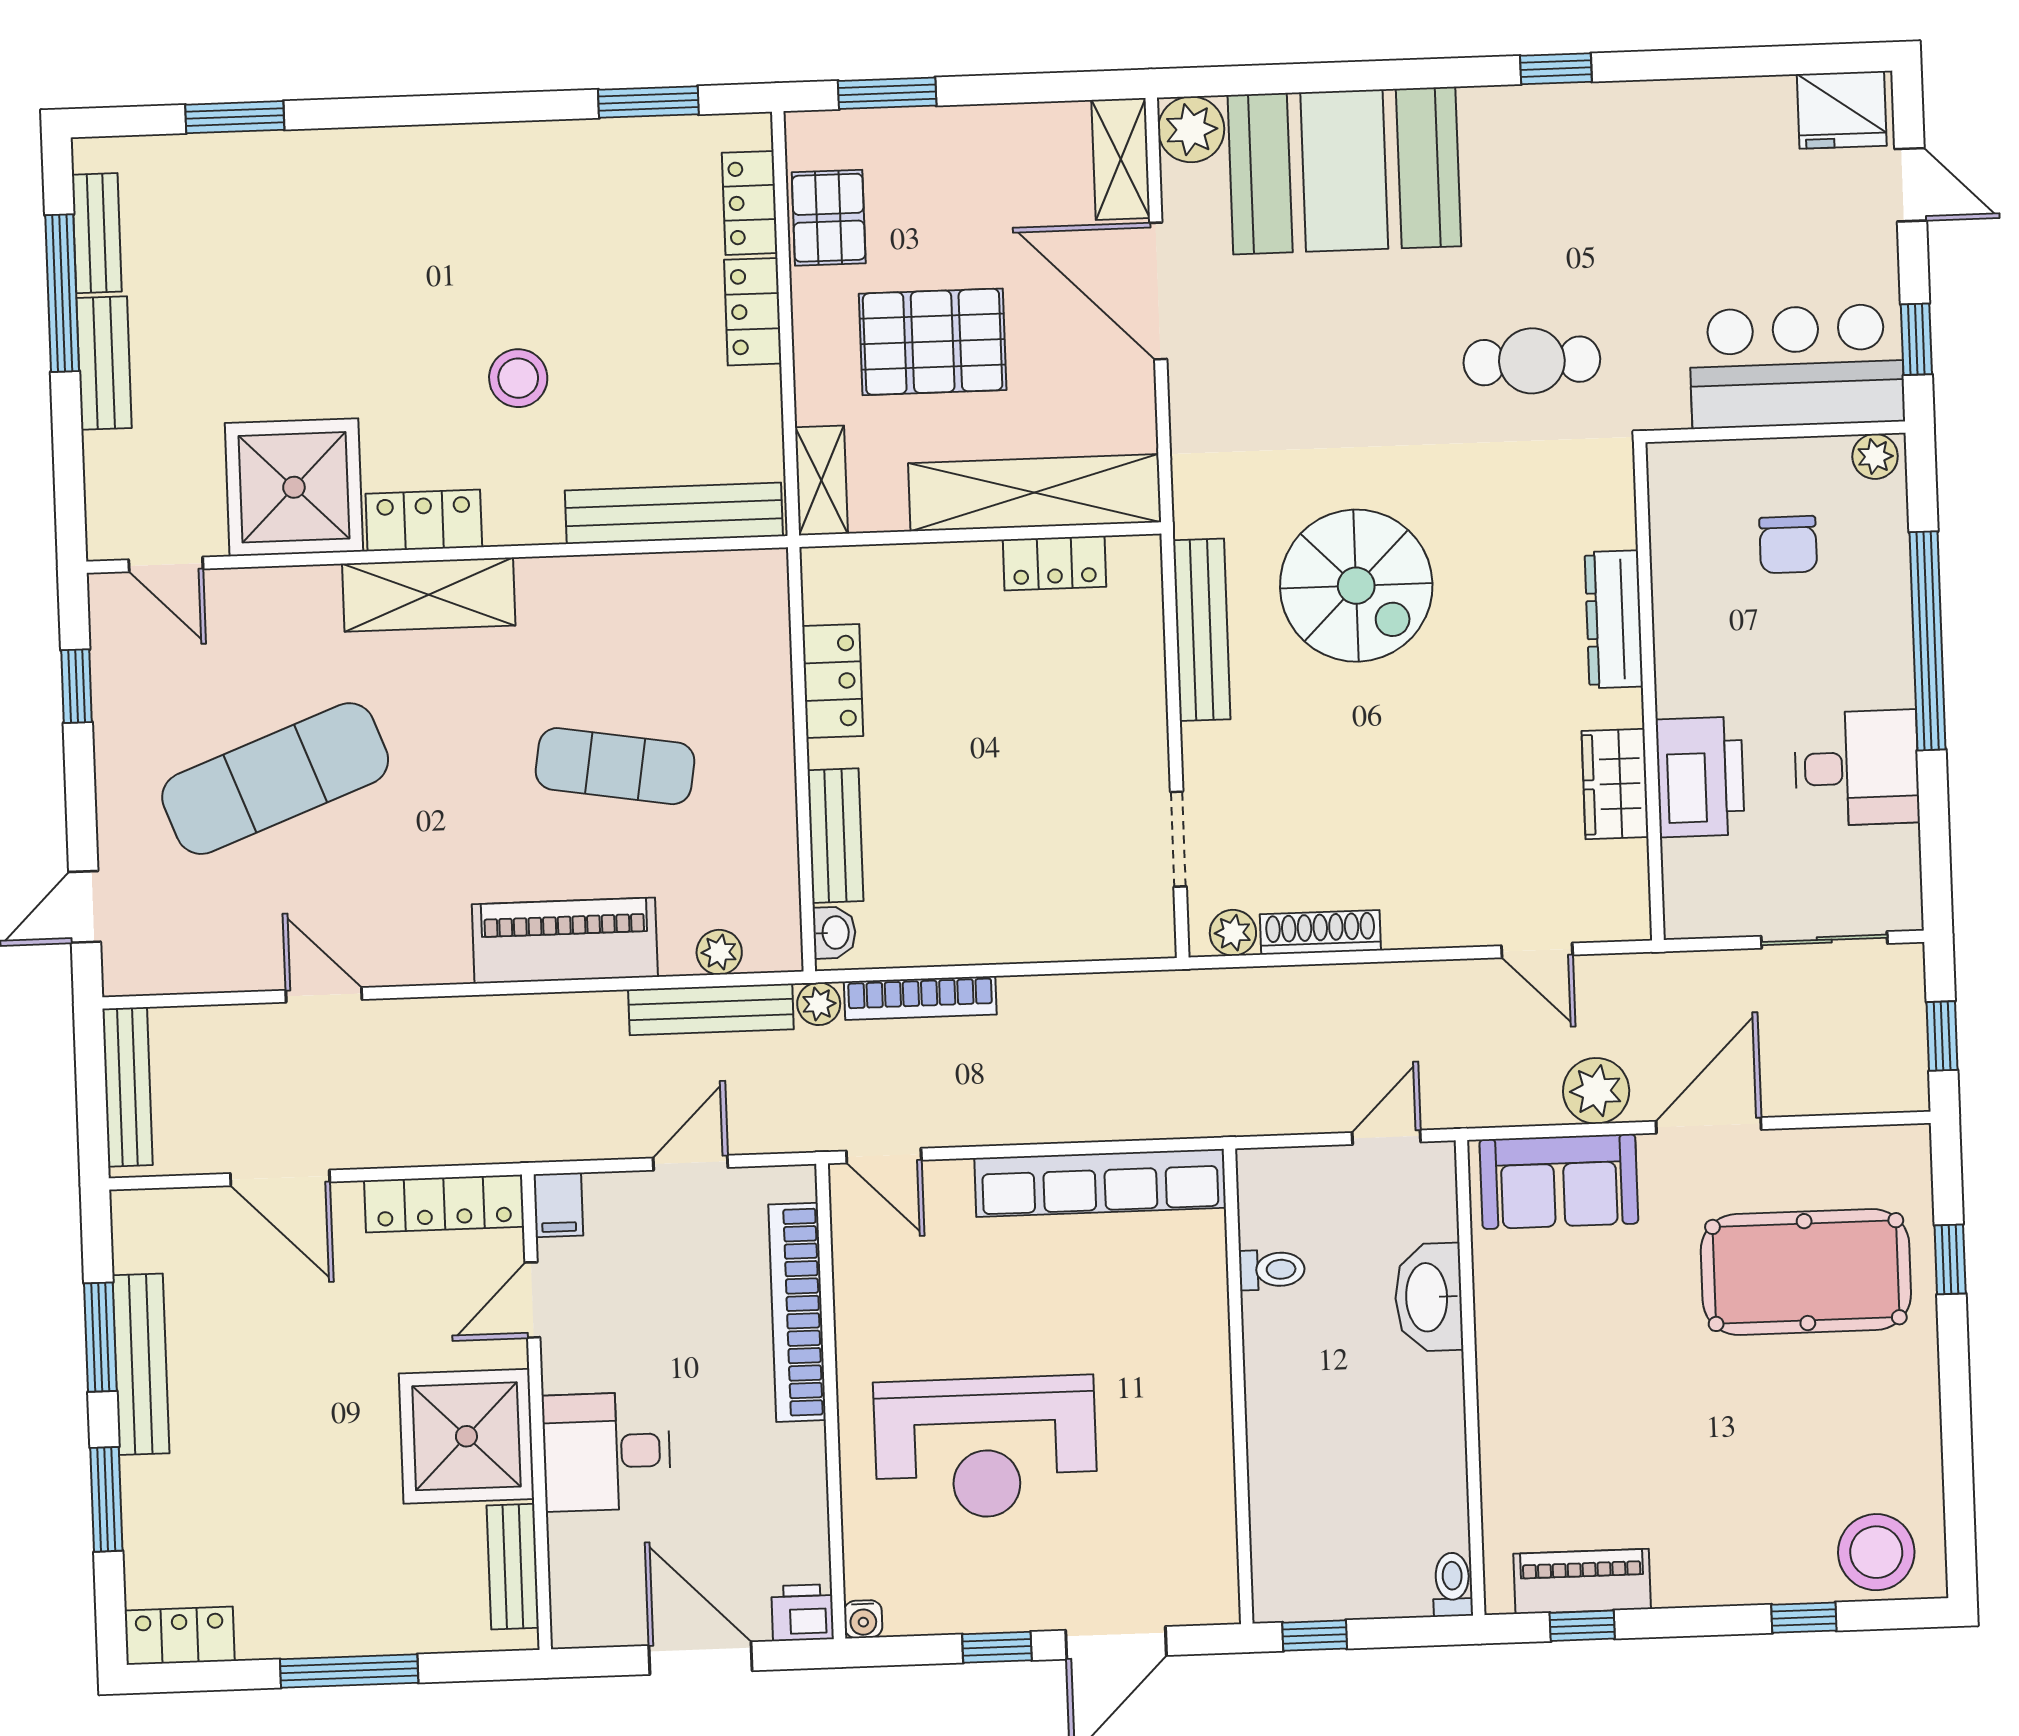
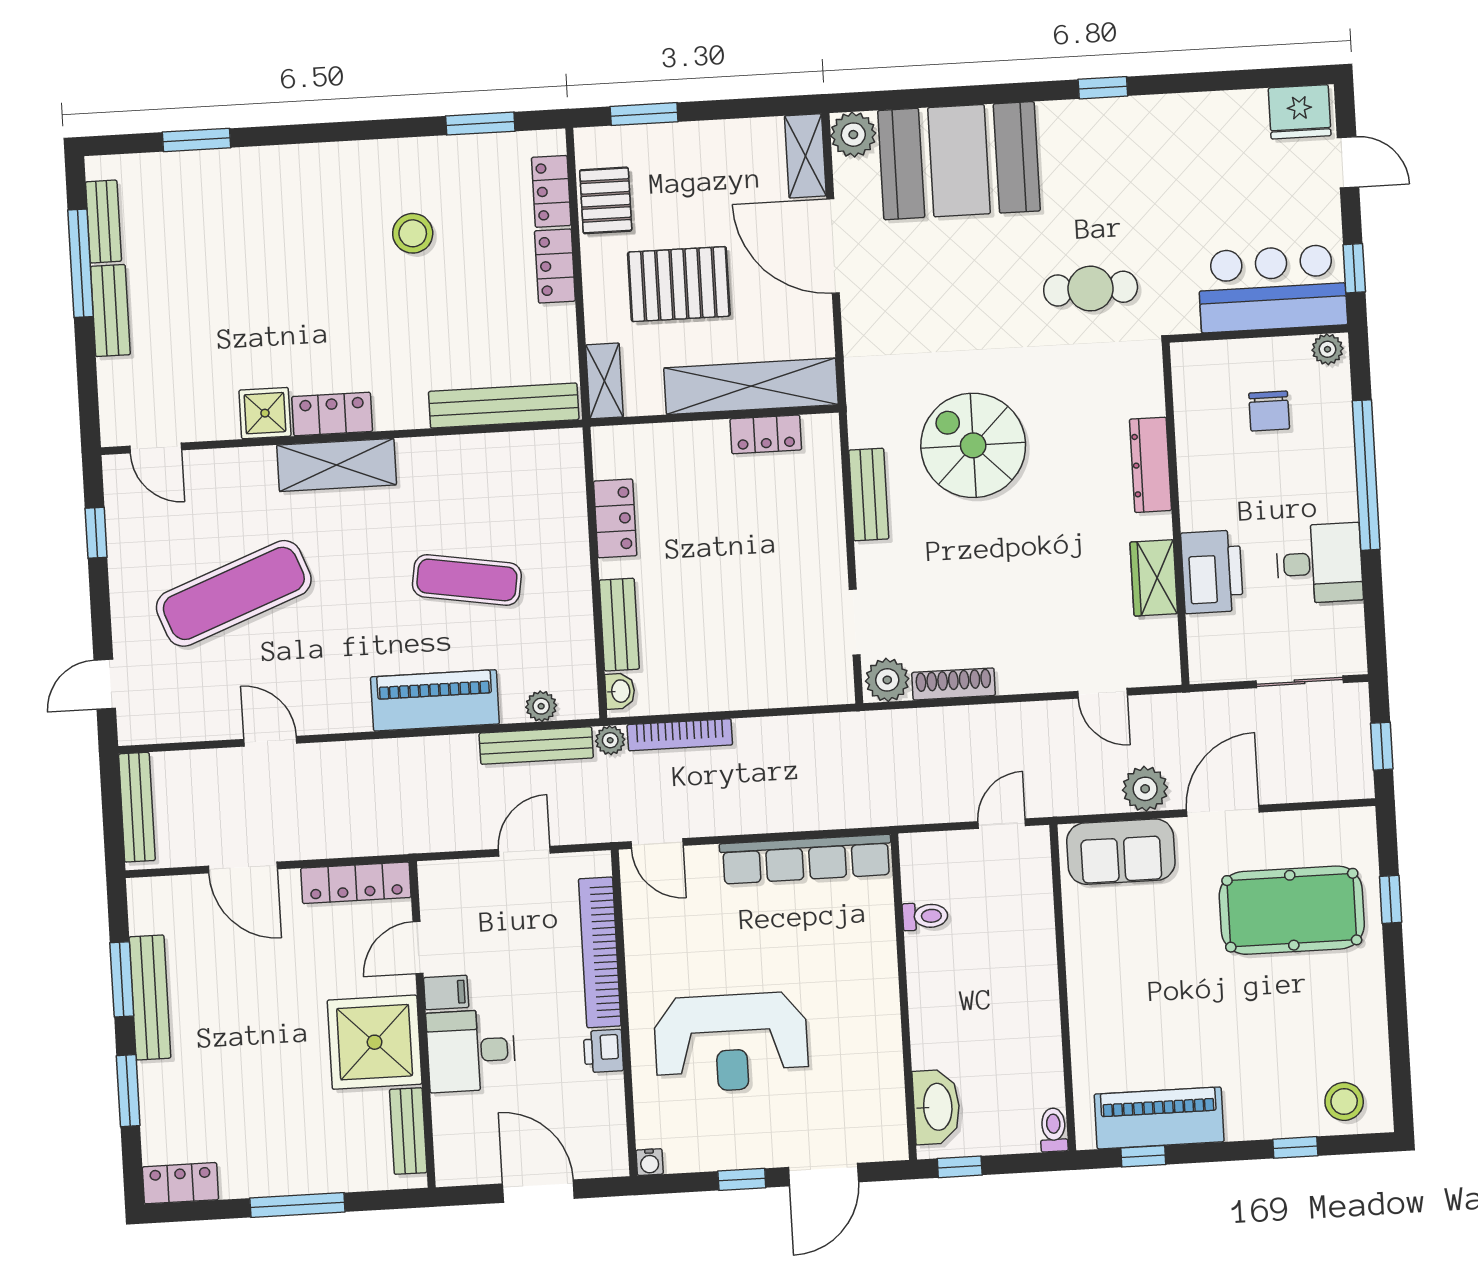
stool: (518, 378) -> (413, 233), moved
shower: (294, 487) -> (265, 413), width x0.54, depth x0.54
spiral stairs: (1356, 586) -> (973, 445), turned 180
bench: (1202, 630) -> (869, 494), width x0.73
plant: (1233, 933) -> (887, 680), width x1.38, depth x1.38
filing cabinet: (558, 1205) -> (446, 993), moved, turned -90
washbasin: (1429, 1297) -> (936, 1107), moved, turned 180
stool: (1876, 1552) -> (1344, 1101), width x0.73, depth x0.73
piano: (1582, 1581) -> (1159, 1118), width x1.37, depth x1.33
printer: (802, 1613) -> (603, 1051), moved, turned -90

